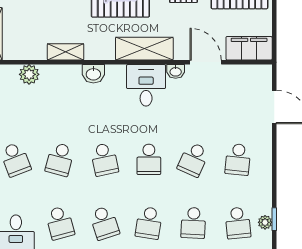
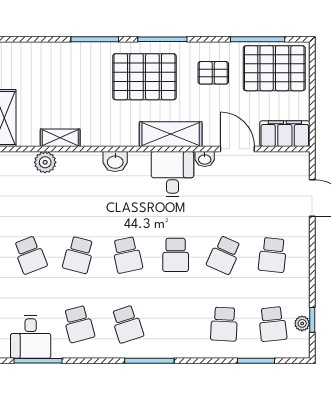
shelving: (66, 52) -> (60, 138), moved
school desk: (149, 223) -> (176, 324), removed

